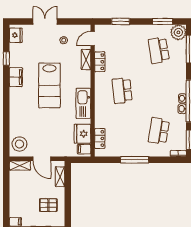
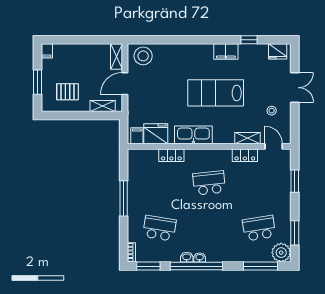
locker: (100, 138) -> (171, 155), moved
pallet: (48, 205) -> (68, 92), turned 90

